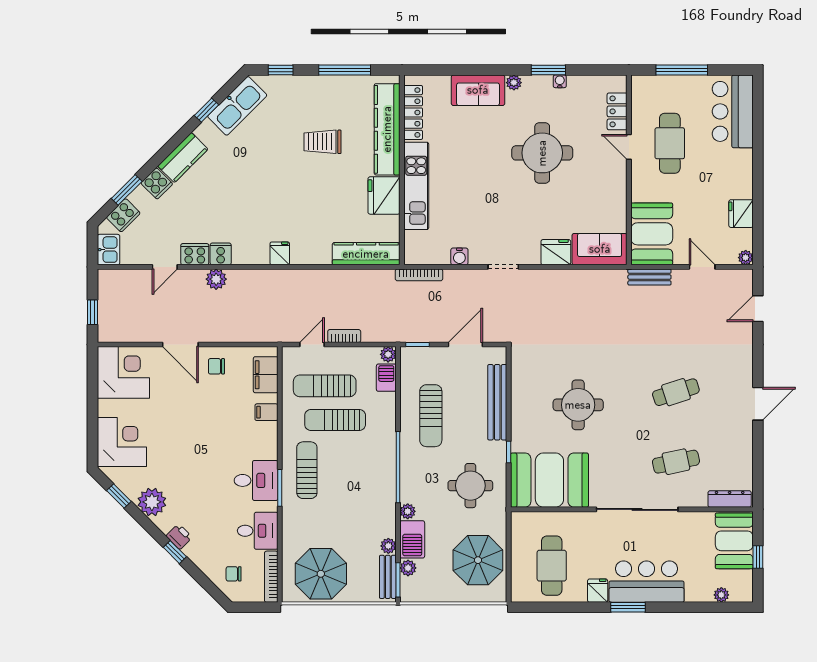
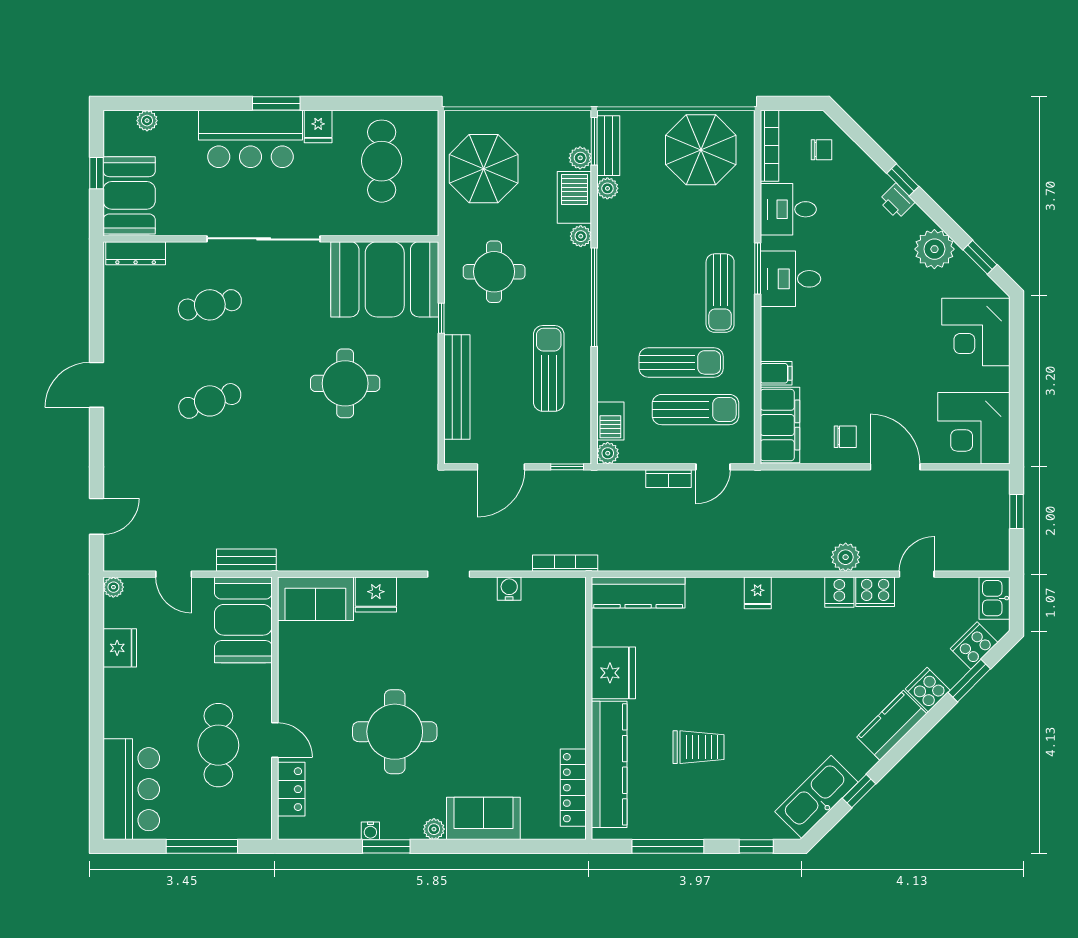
kitchen unit: (416, 186) -> (569, 686), removed
filing cabinet: (266, 375) -> (780, 425), width x1.50, depth x1.17

